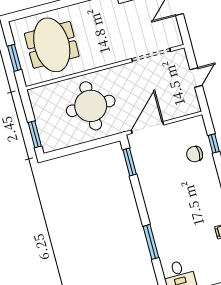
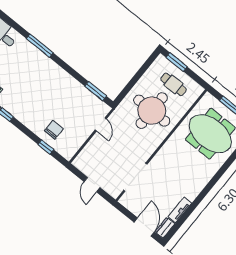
cafe table: (53, 116) -> (173, 84), added
door: (147, 127) -> (101, 124), width x0.53

